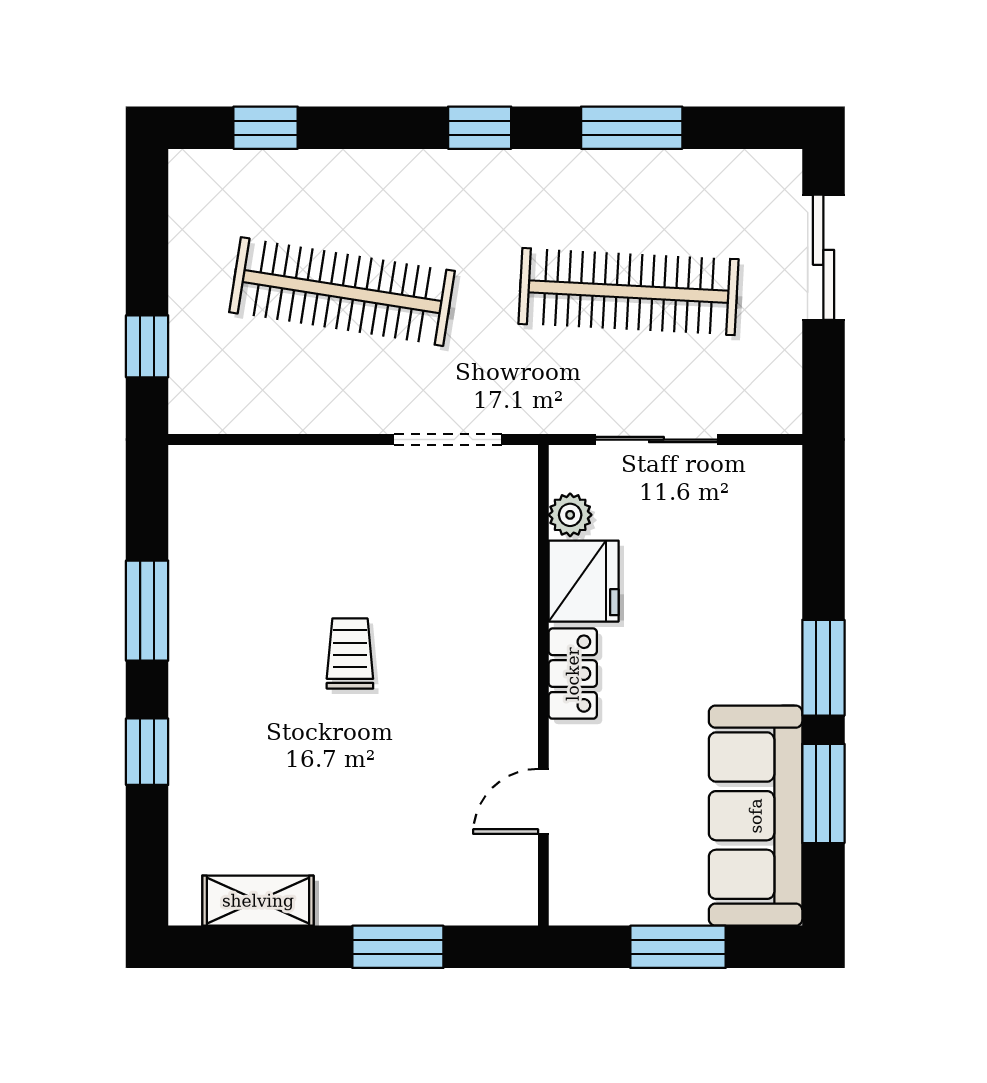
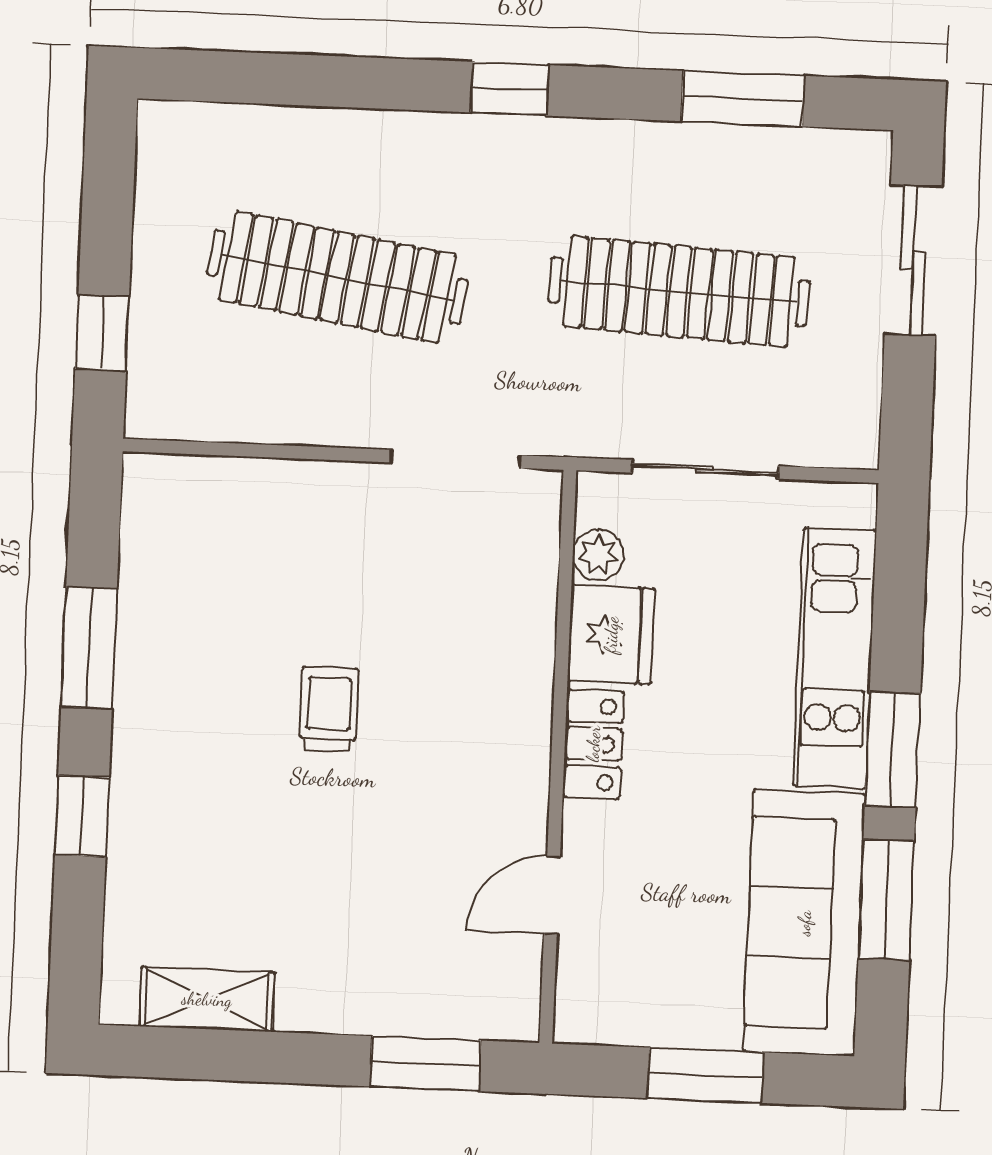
window: (266, 128) -> (254, 78), removed
window: (632, 128) -> (743, 99), moved
kitchen unit: (772, 593) -> (835, 658), added
window: (398, 947) -> (425, 1064), moved

